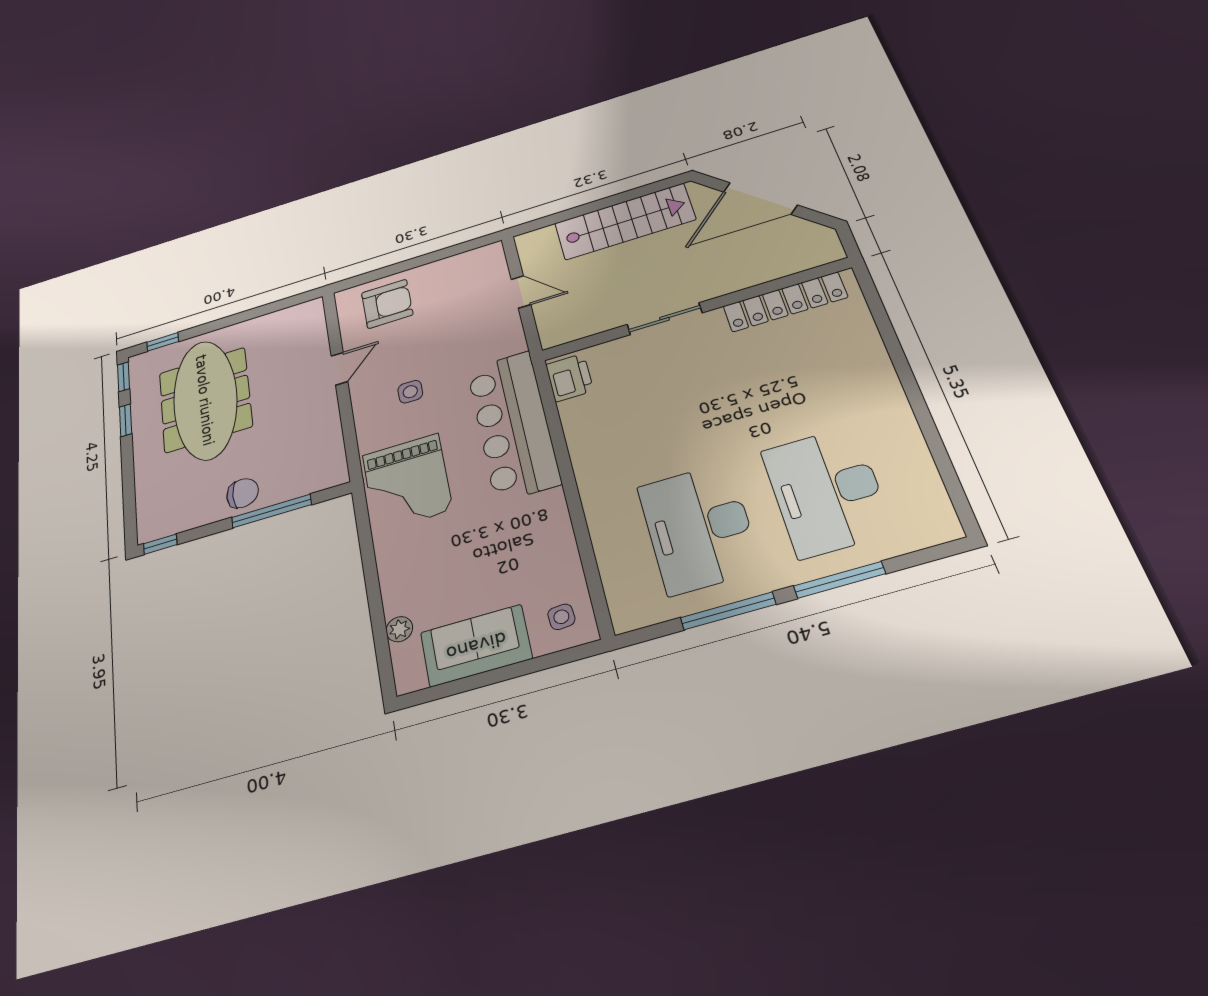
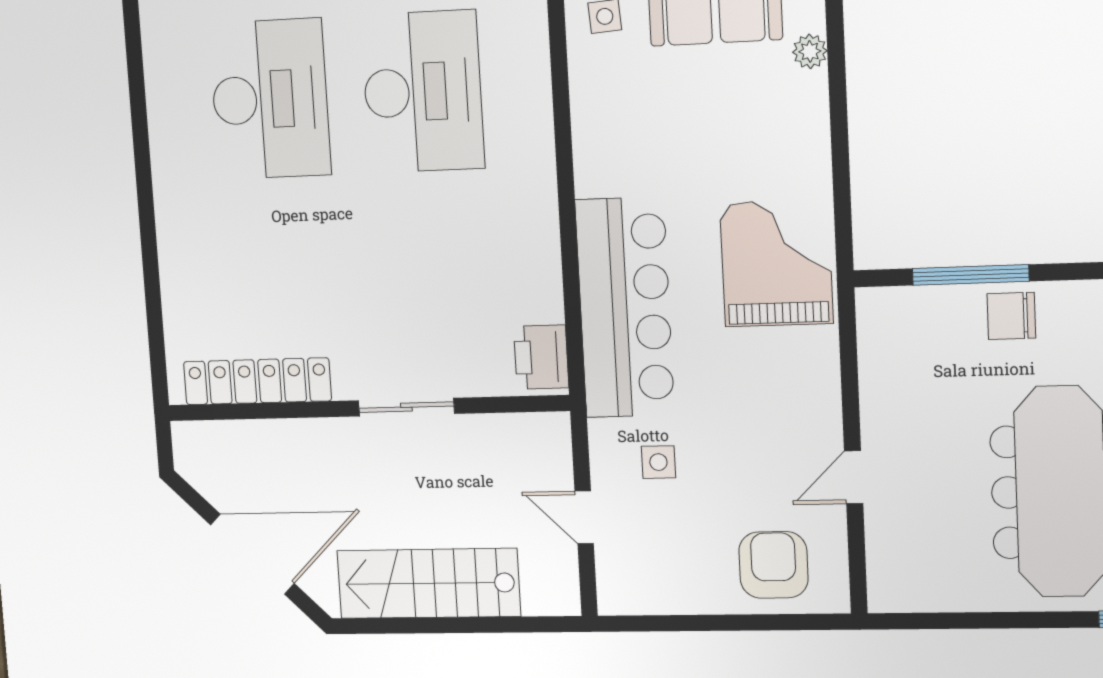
armchair: (387, 304) -> (773, 565), turned 90
side table: (410, 392) -> (658, 462), moved

